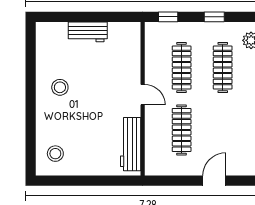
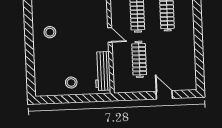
stool: (55, 154) -> (71, 83), moved
door: (214, 181) -> (164, 95), hinge flipped

